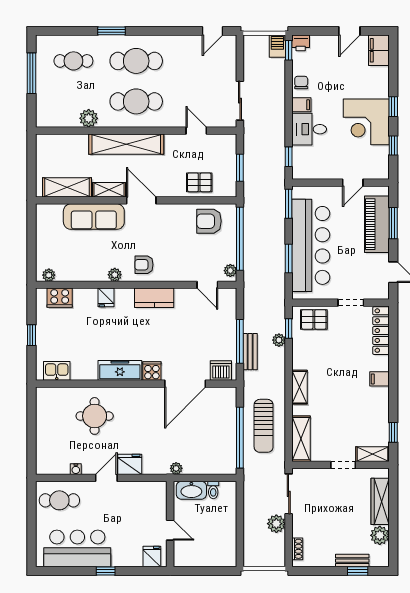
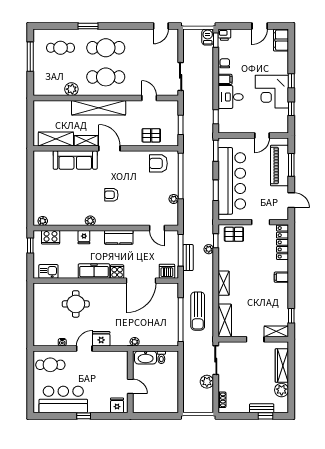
plant: (49, 275) -> (43, 221), moved
plant: (115, 275) -> (90, 221), moved
wall: (136, 285) -> (106, 228), moved
door: (207, 285) -> (157, 228), moved
fridge: (106, 297) -> (84, 237), moved
cooker: (60, 298) -> (51, 237), moved
kitchen counter: (154, 298) -> (119, 237), moved

